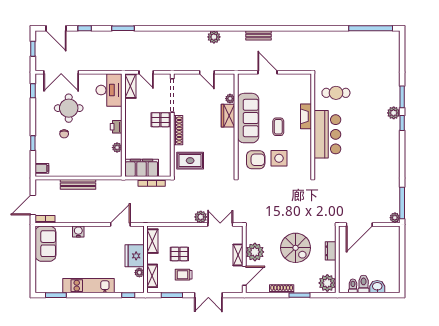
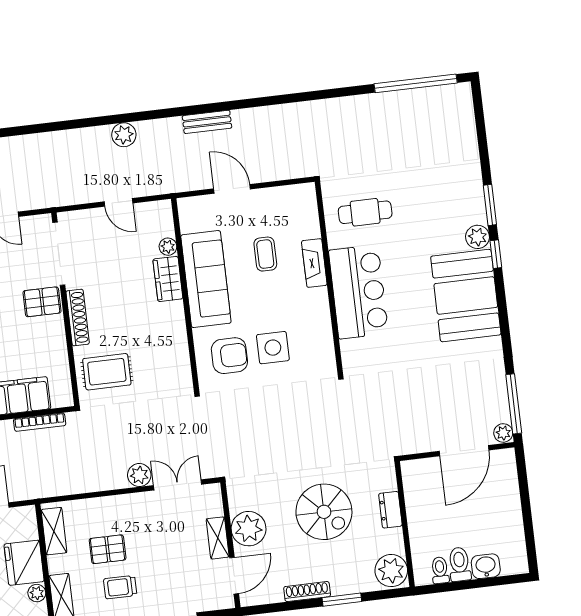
coffee table: (278, 127) -> (265, 254), moved
booth: (384, 143) -> (466, 296), added
door: (359, 224) -> (464, 451), moved

